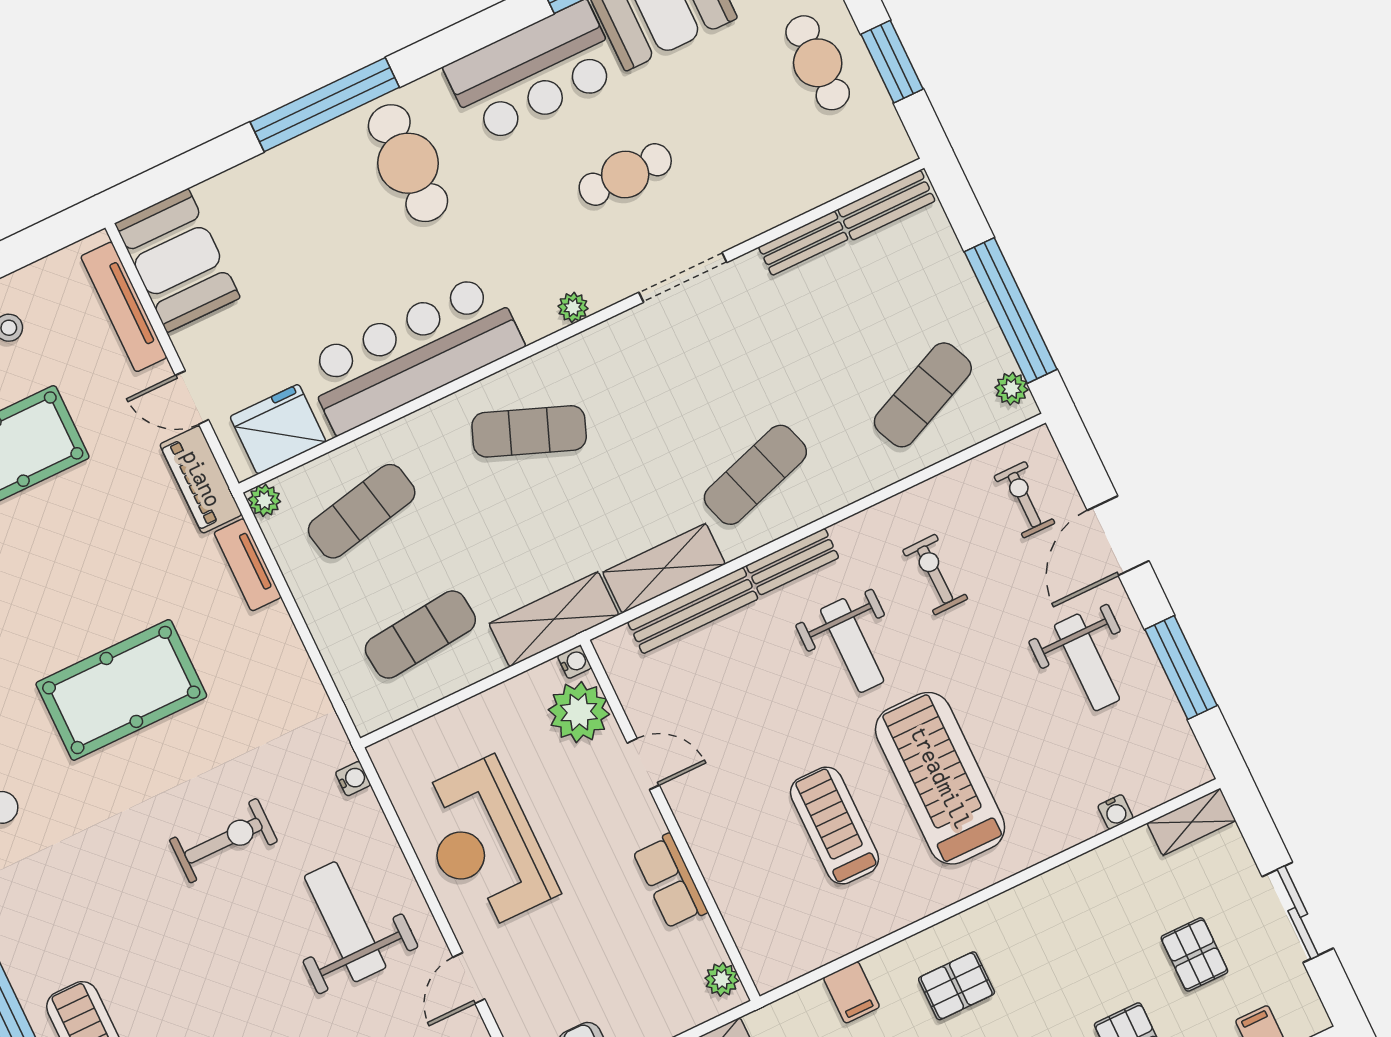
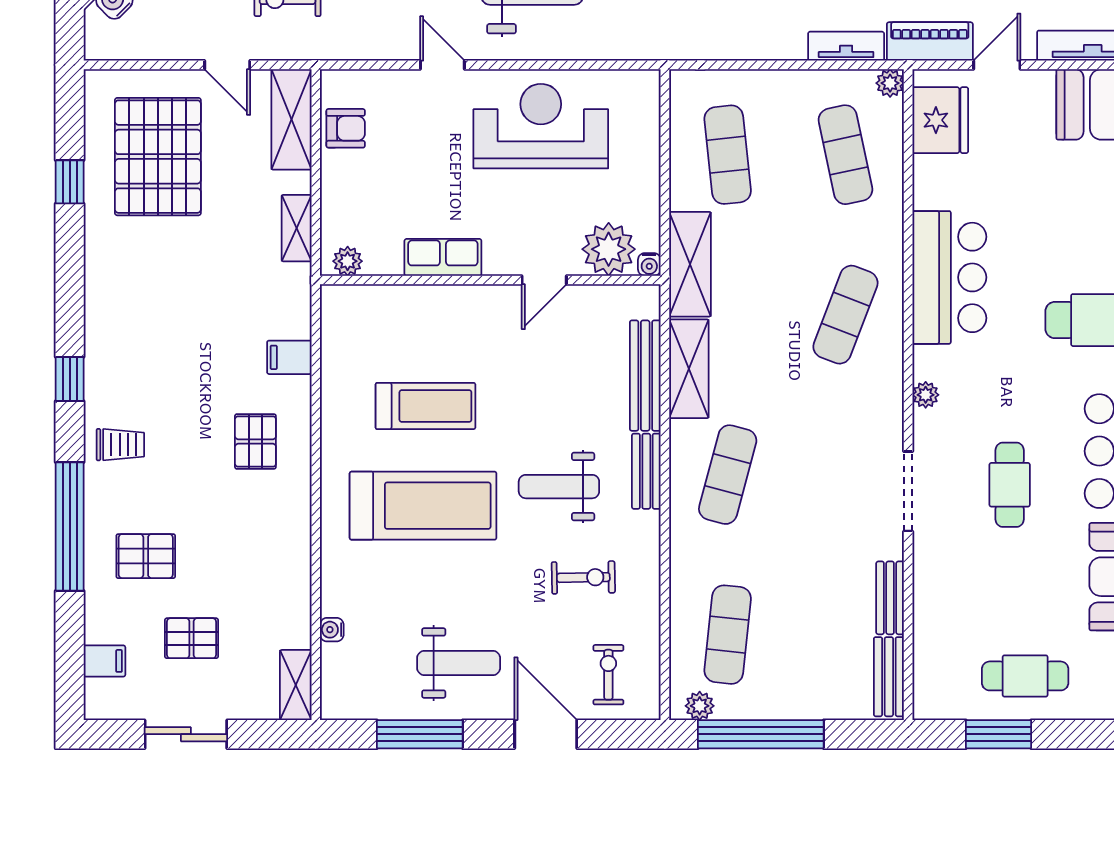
bar counter: (413, 353) -> (949, 277), width x0.73
exercise mat: (923, 395) -> (728, 635), turned 30
exercise mat: (755, 475) -> (728, 475), turned 33
exercise bike: (1024, 500) -> (608, 675), turned -90
weight bench: (1087, 662) -> (459, 663), turned 180
water cooler: (353, 779) -> (641, 49), removed

